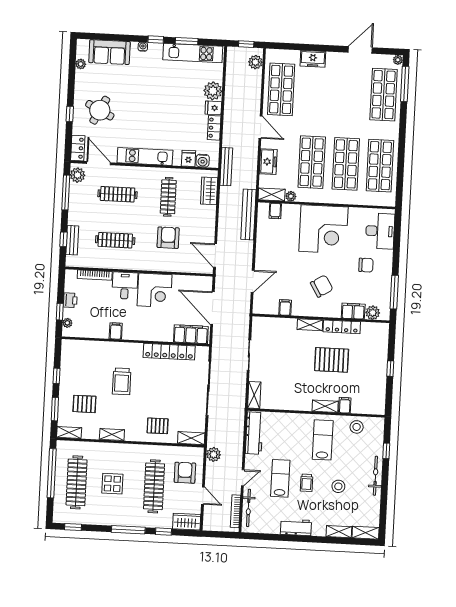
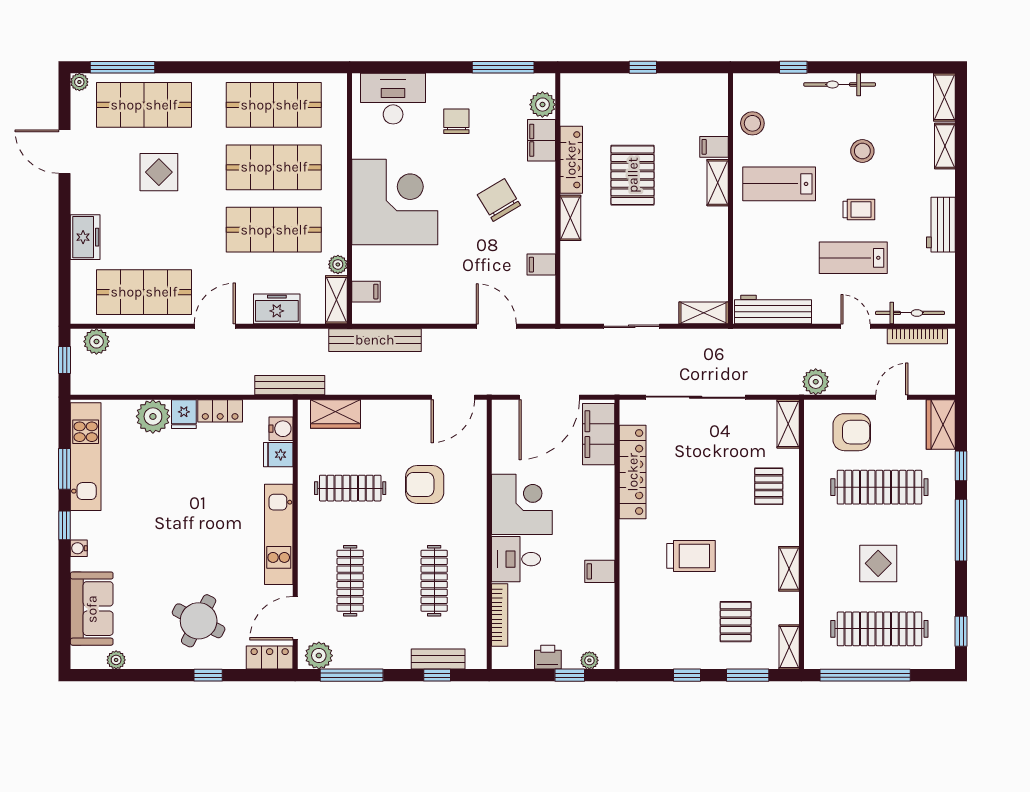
display table: (346, 101) -> (159, 172), added
armchair: (185, 473) -> (852, 432), turned 180

